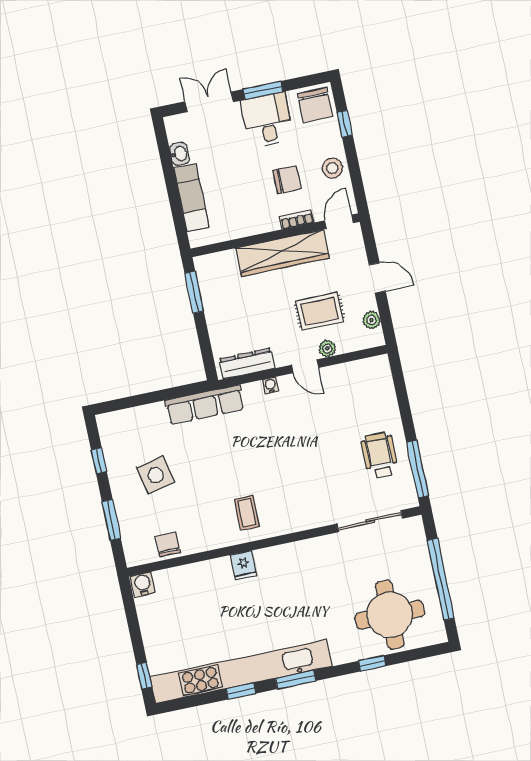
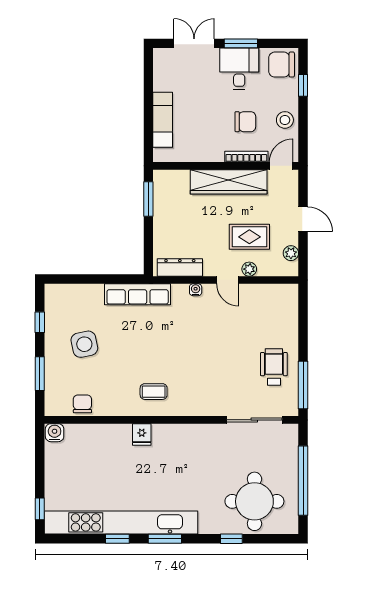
chair: (315, 105) -> (282, 65), turned 90
washbasin: (179, 154) -> (160, 81), removed
bookcase: (297, 220) -> (246, 157), width x1.56
coffee table: (247, 513) -> (154, 392), turned 90

